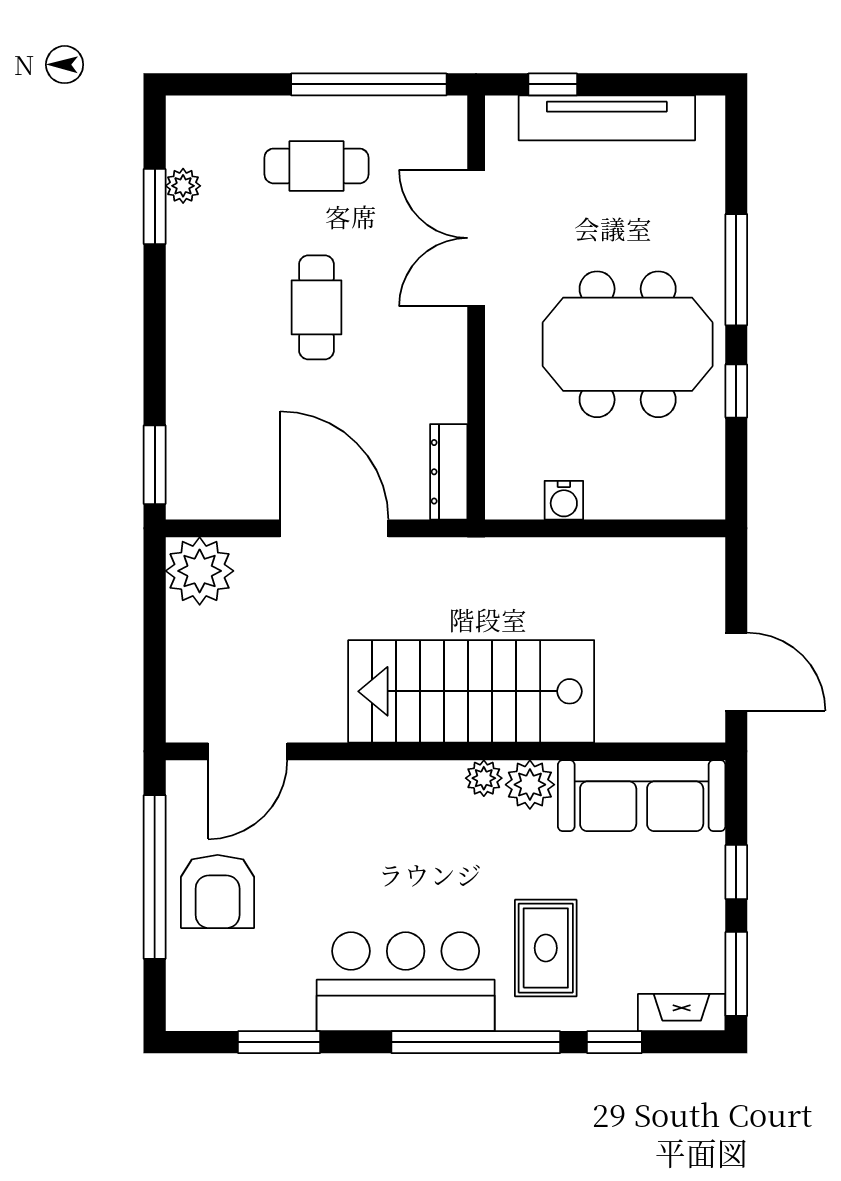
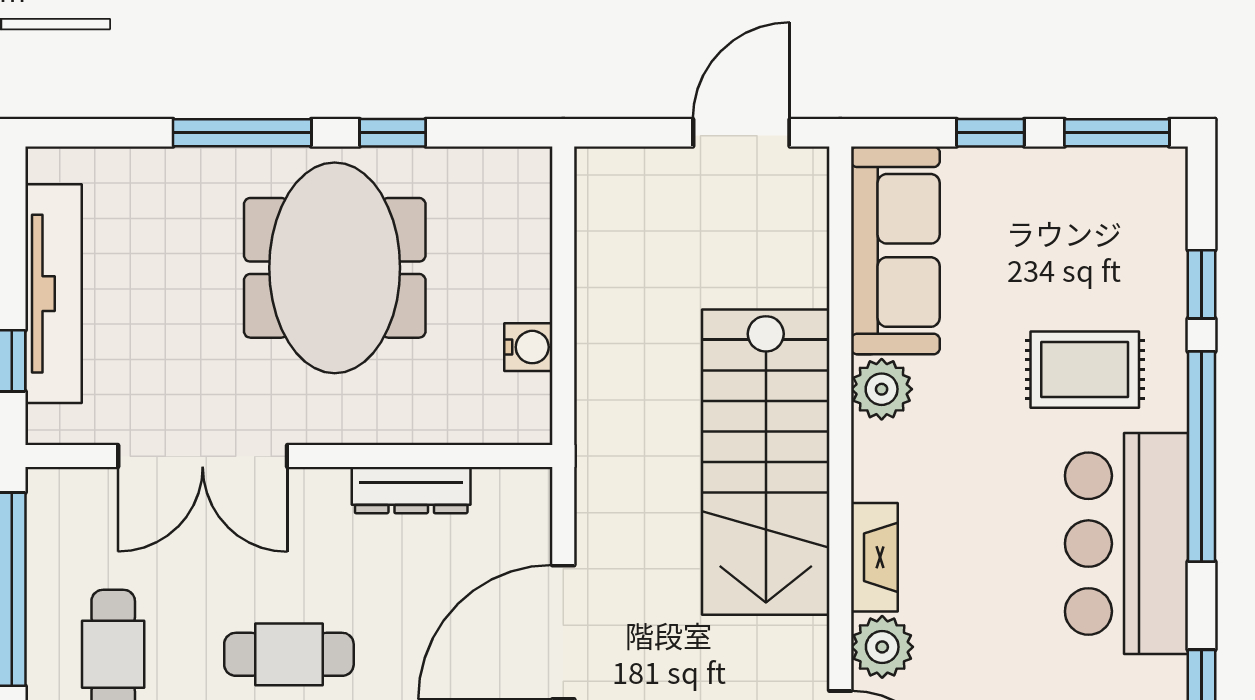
dresser: (449, 472) -> (411, 490), moved
plant: (484, 778) -> (882, 647), moved, width x1.38, depth x1.38
fireplace: (682, 1012) -> (874, 557), moved, turned 180

